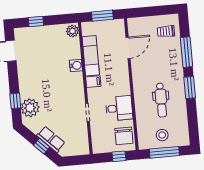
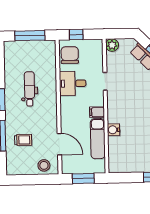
plant: (72, 31) -> (112, 45), moved
trolley: (166, 31) -> (23, 140), moved
door: (128, 48) -> (59, 144), swing flipped
stool: (162, 135) -> (44, 165), moved

